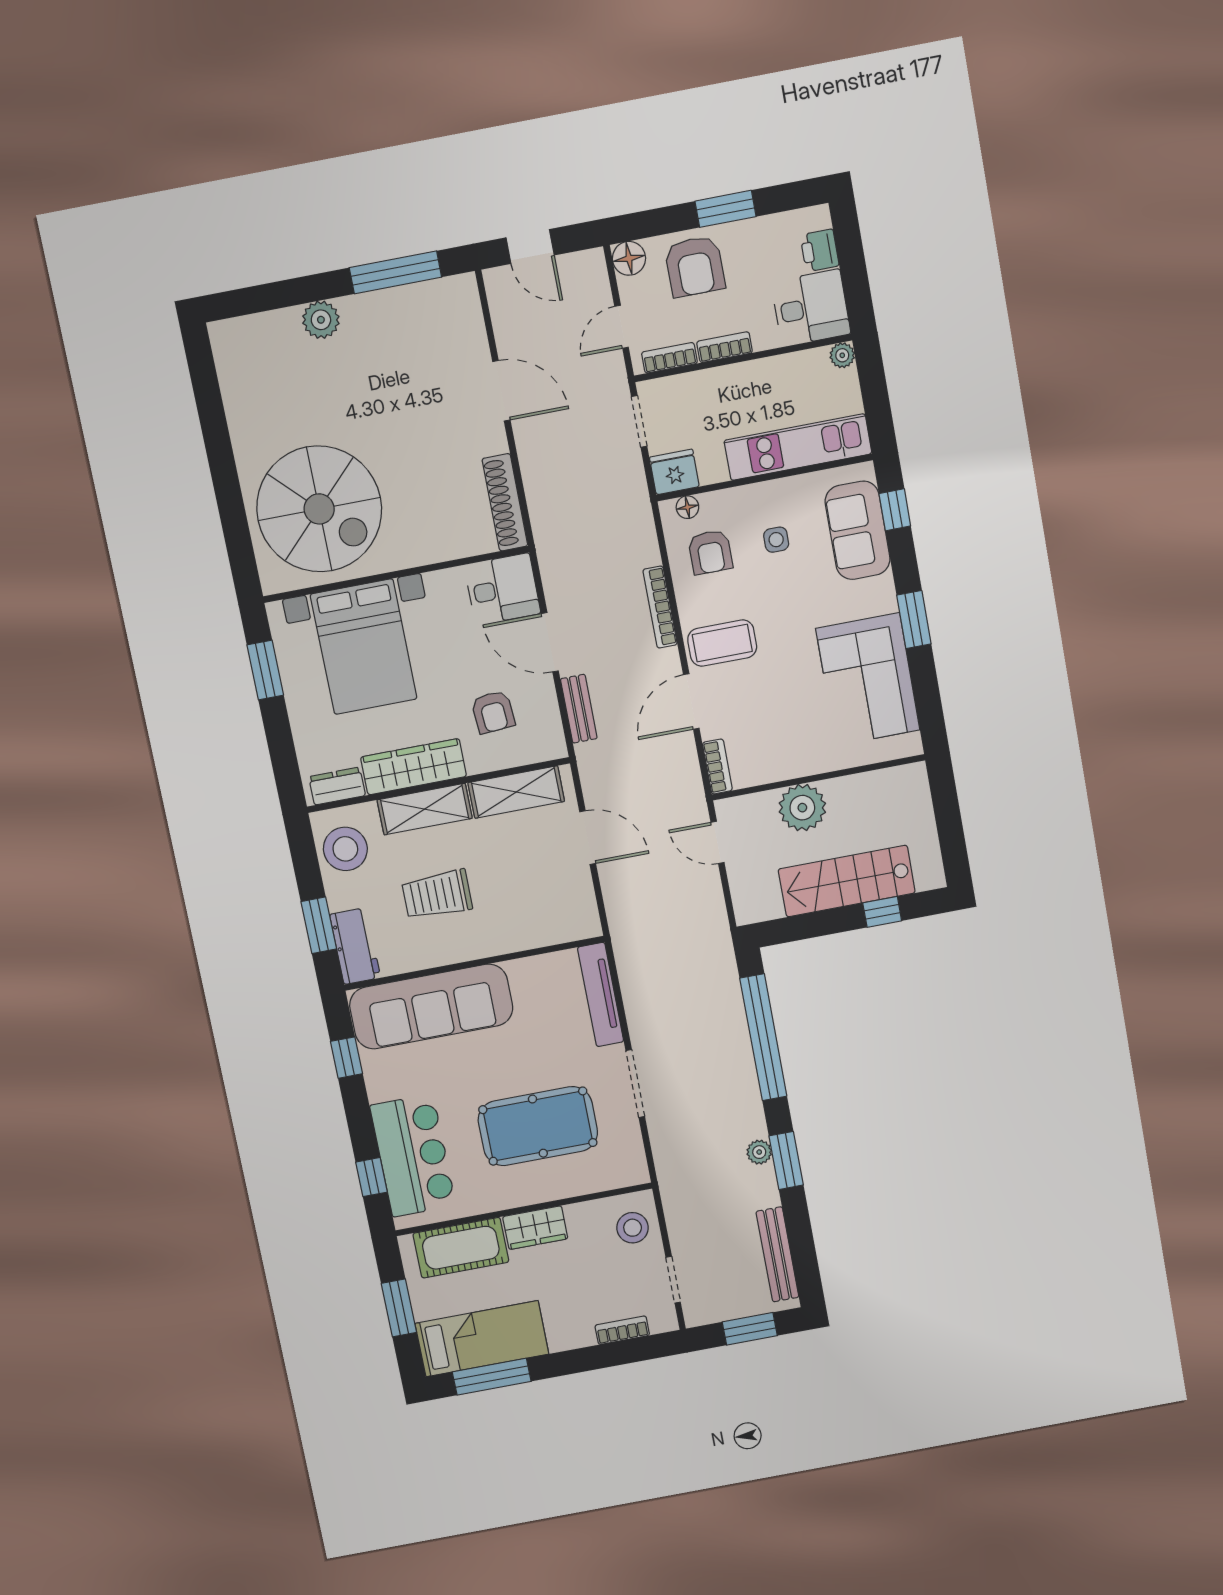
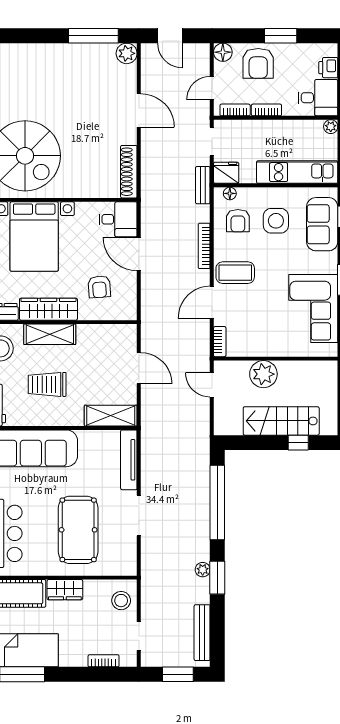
plant: (321, 320) -> (127, 53), moved
side table: (776, 540) -> (276, 221), width x1.87, depth x1.87
bench: (579, 709) -> (203, 185), moved
shelving: (516, 792) -> (111, 416), moved
pool table: (538, 1126) -> (78, 530), turned 90

